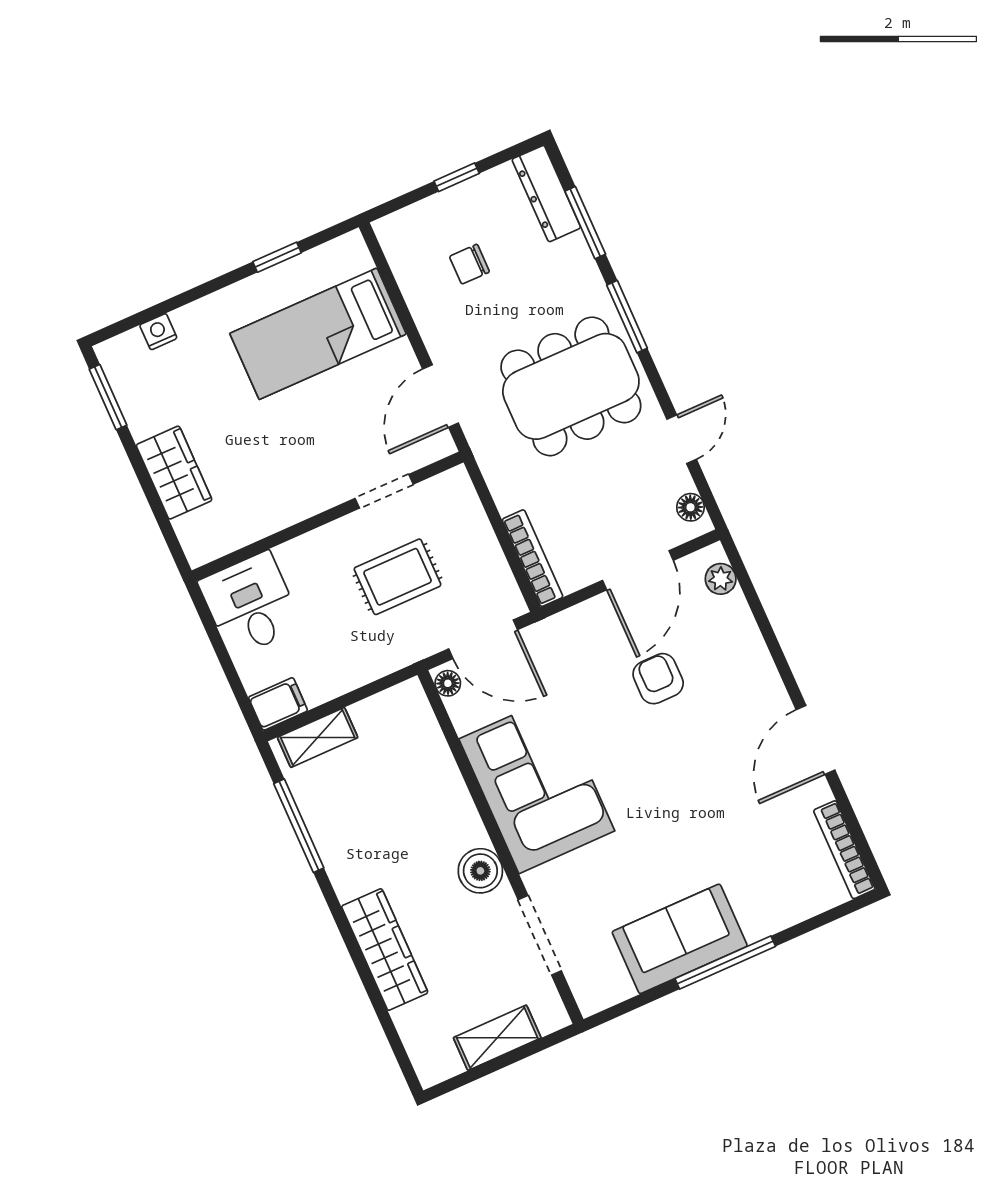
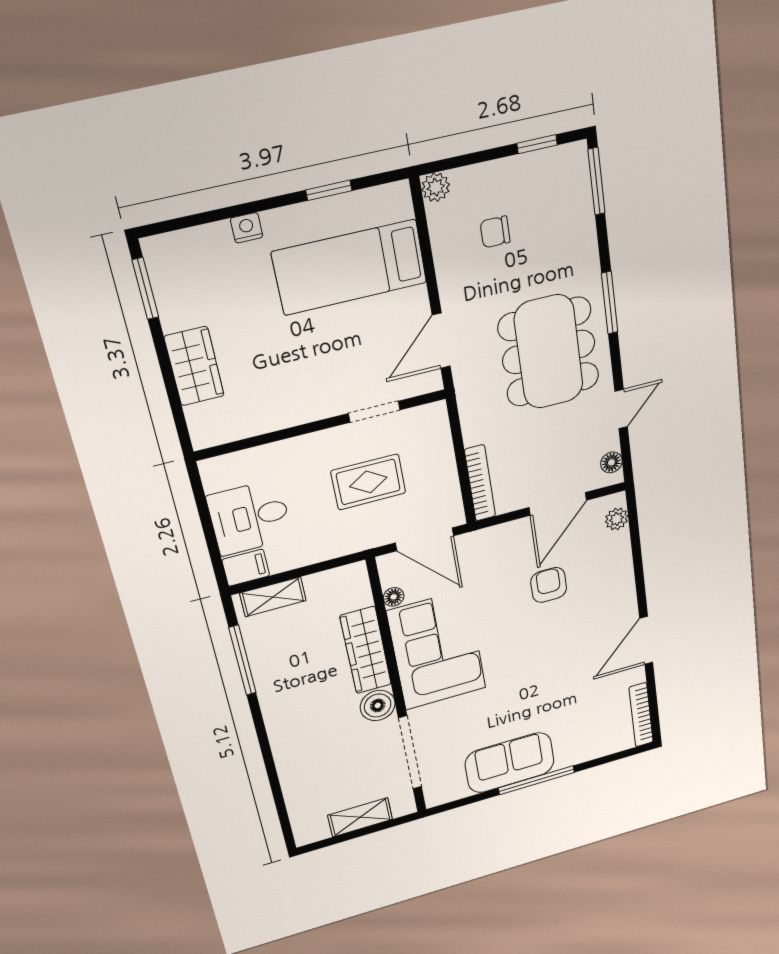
window: (457, 177) -> (537, 144), moved
dresser: (546, 194) -> (576, 183), removed
window: (585, 223) -> (596, 181), moved
plant: (391, 230) -> (436, 187), added
nightstand: (158, 332) -> (247, 228), moved
dining table: (571, 386) -> (549, 352), turned 90
desk: (250, 604) -> (250, 517), moved, turned -90
floor lamp: (448, 683) -> (394, 597), moved
doorway: (540, 935) -> (410, 753), width x1.36
wardrobe: (385, 950) -> (366, 650), moved, turned 180

